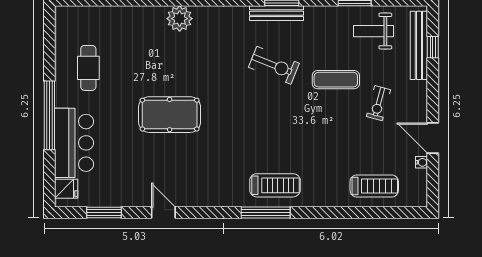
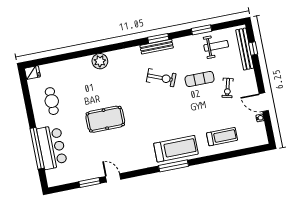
weight bench: (373, 31) -> (216, 46), turned 180
window: (49, 115) -> (37, 148), moved
treadmill: (275, 185) -> (176, 149), width x1.37, depth x1.38
treadmill: (374, 186) -> (222, 137), moved
fridge: (66, 189) -> (32, 73), moved
window: (104, 213) -> (89, 183), moved

